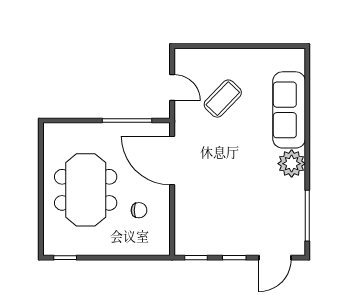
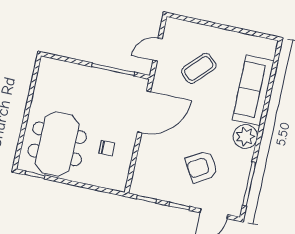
door: (172, 88) -> (158, 50), swing flipped
door: (172, 161) -> (144, 112), swing flipped
meeting table: (86, 190) -> (57, 144), moved
armchair: (250, 208) -> (202, 167), added

